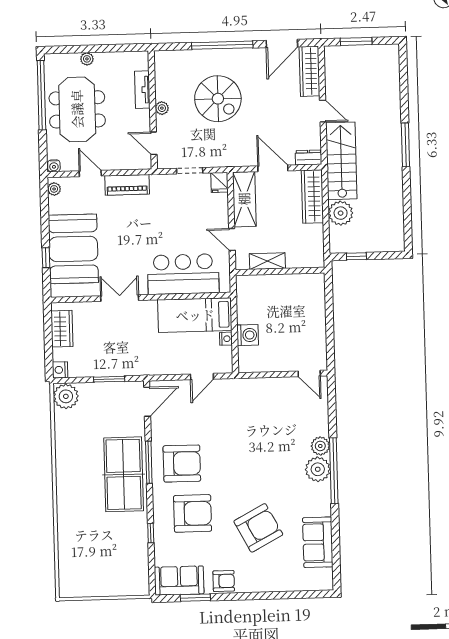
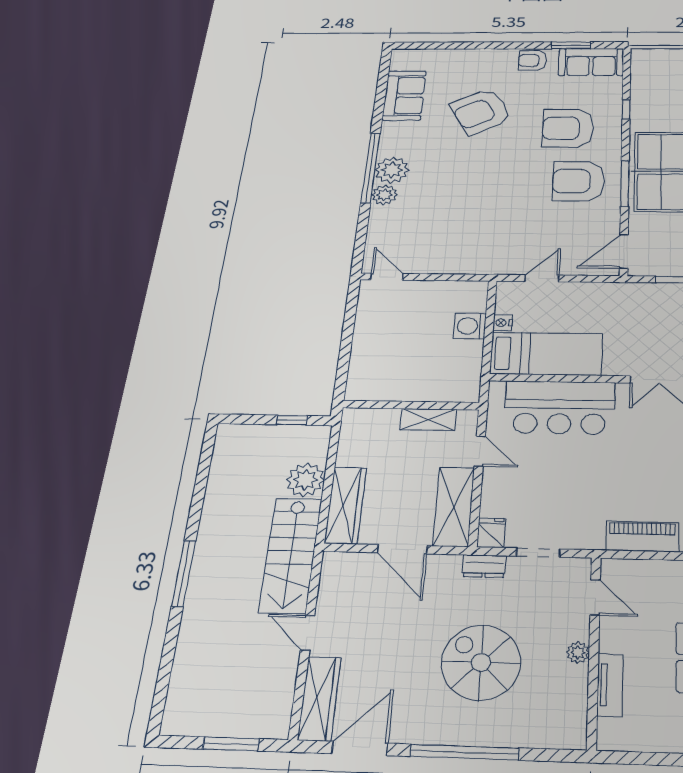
dresser: (309, 157) -> (484, 566), moved

